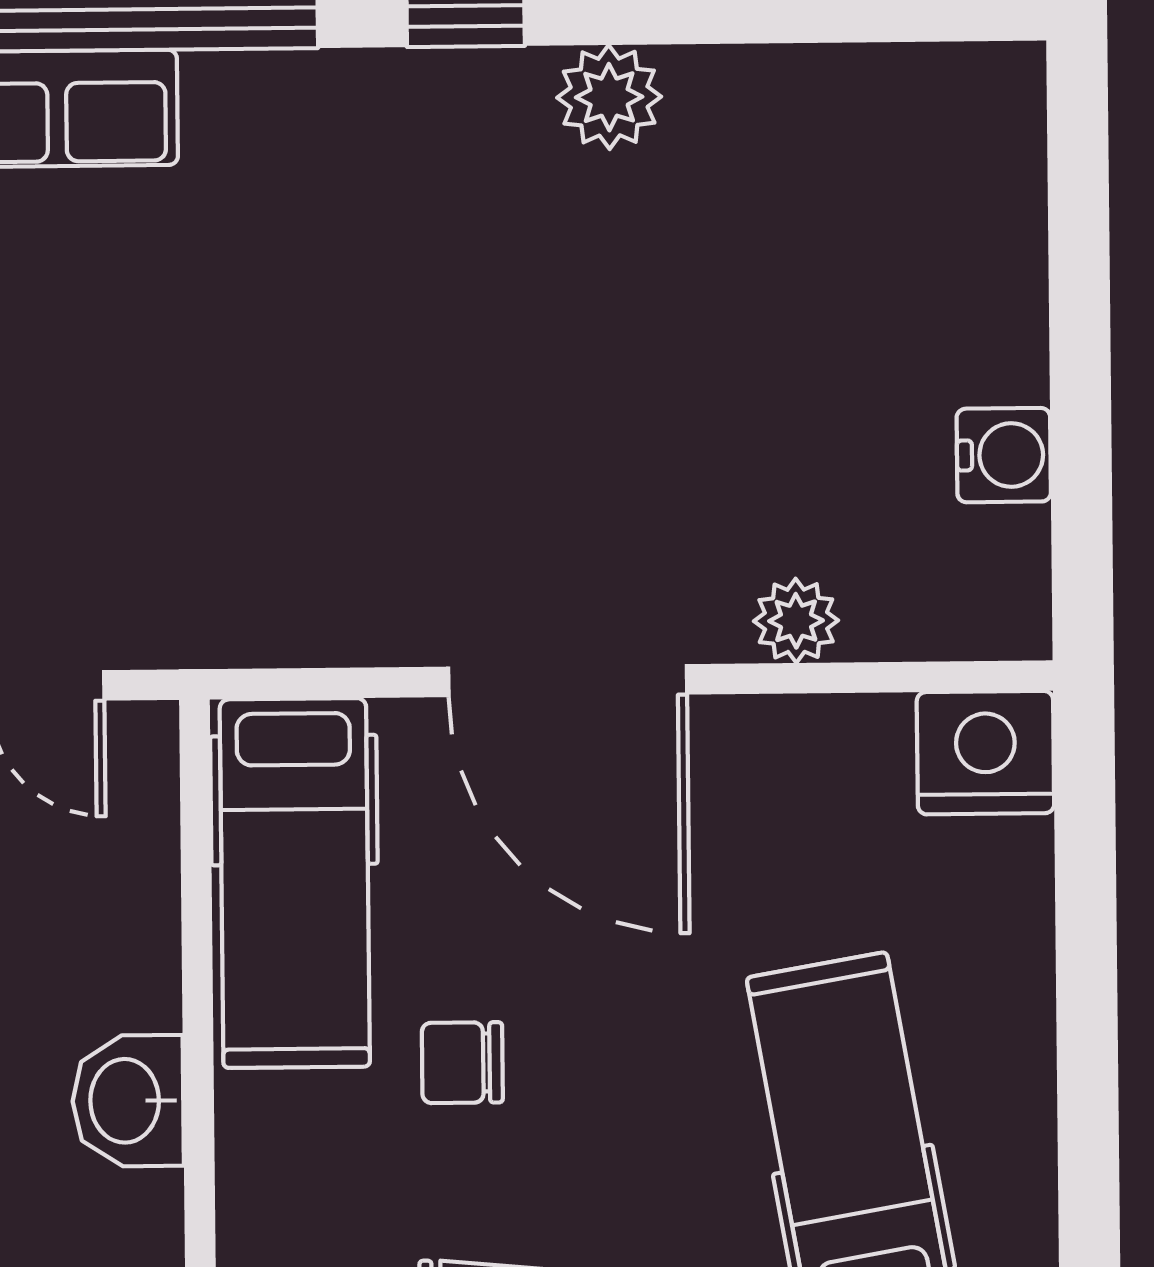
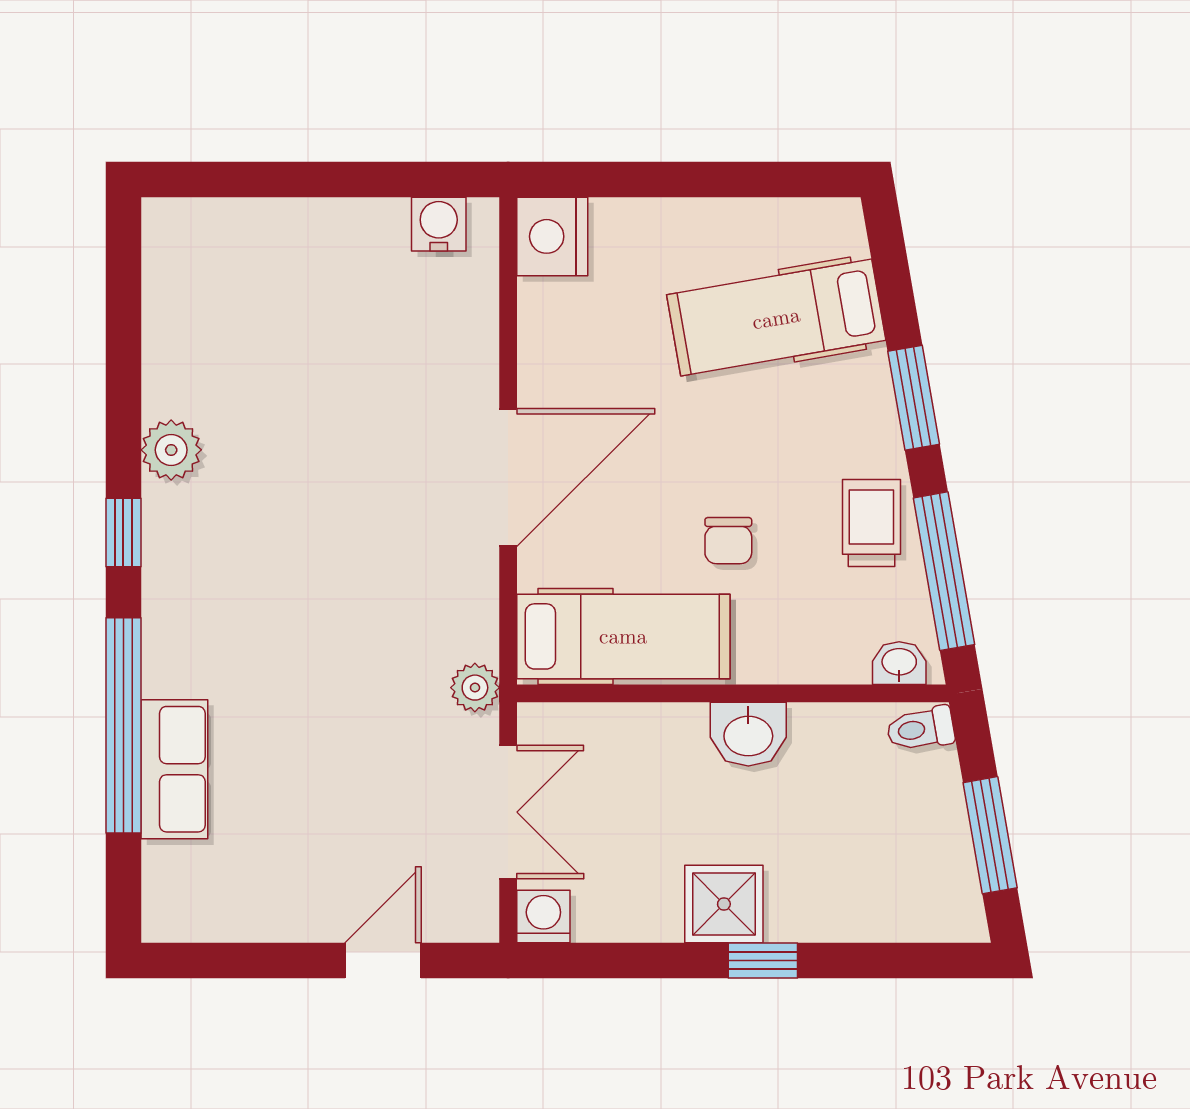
water cooler: (1004, 455) -> (439, 224), moved
plant: (796, 621) -> (475, 688), moved

